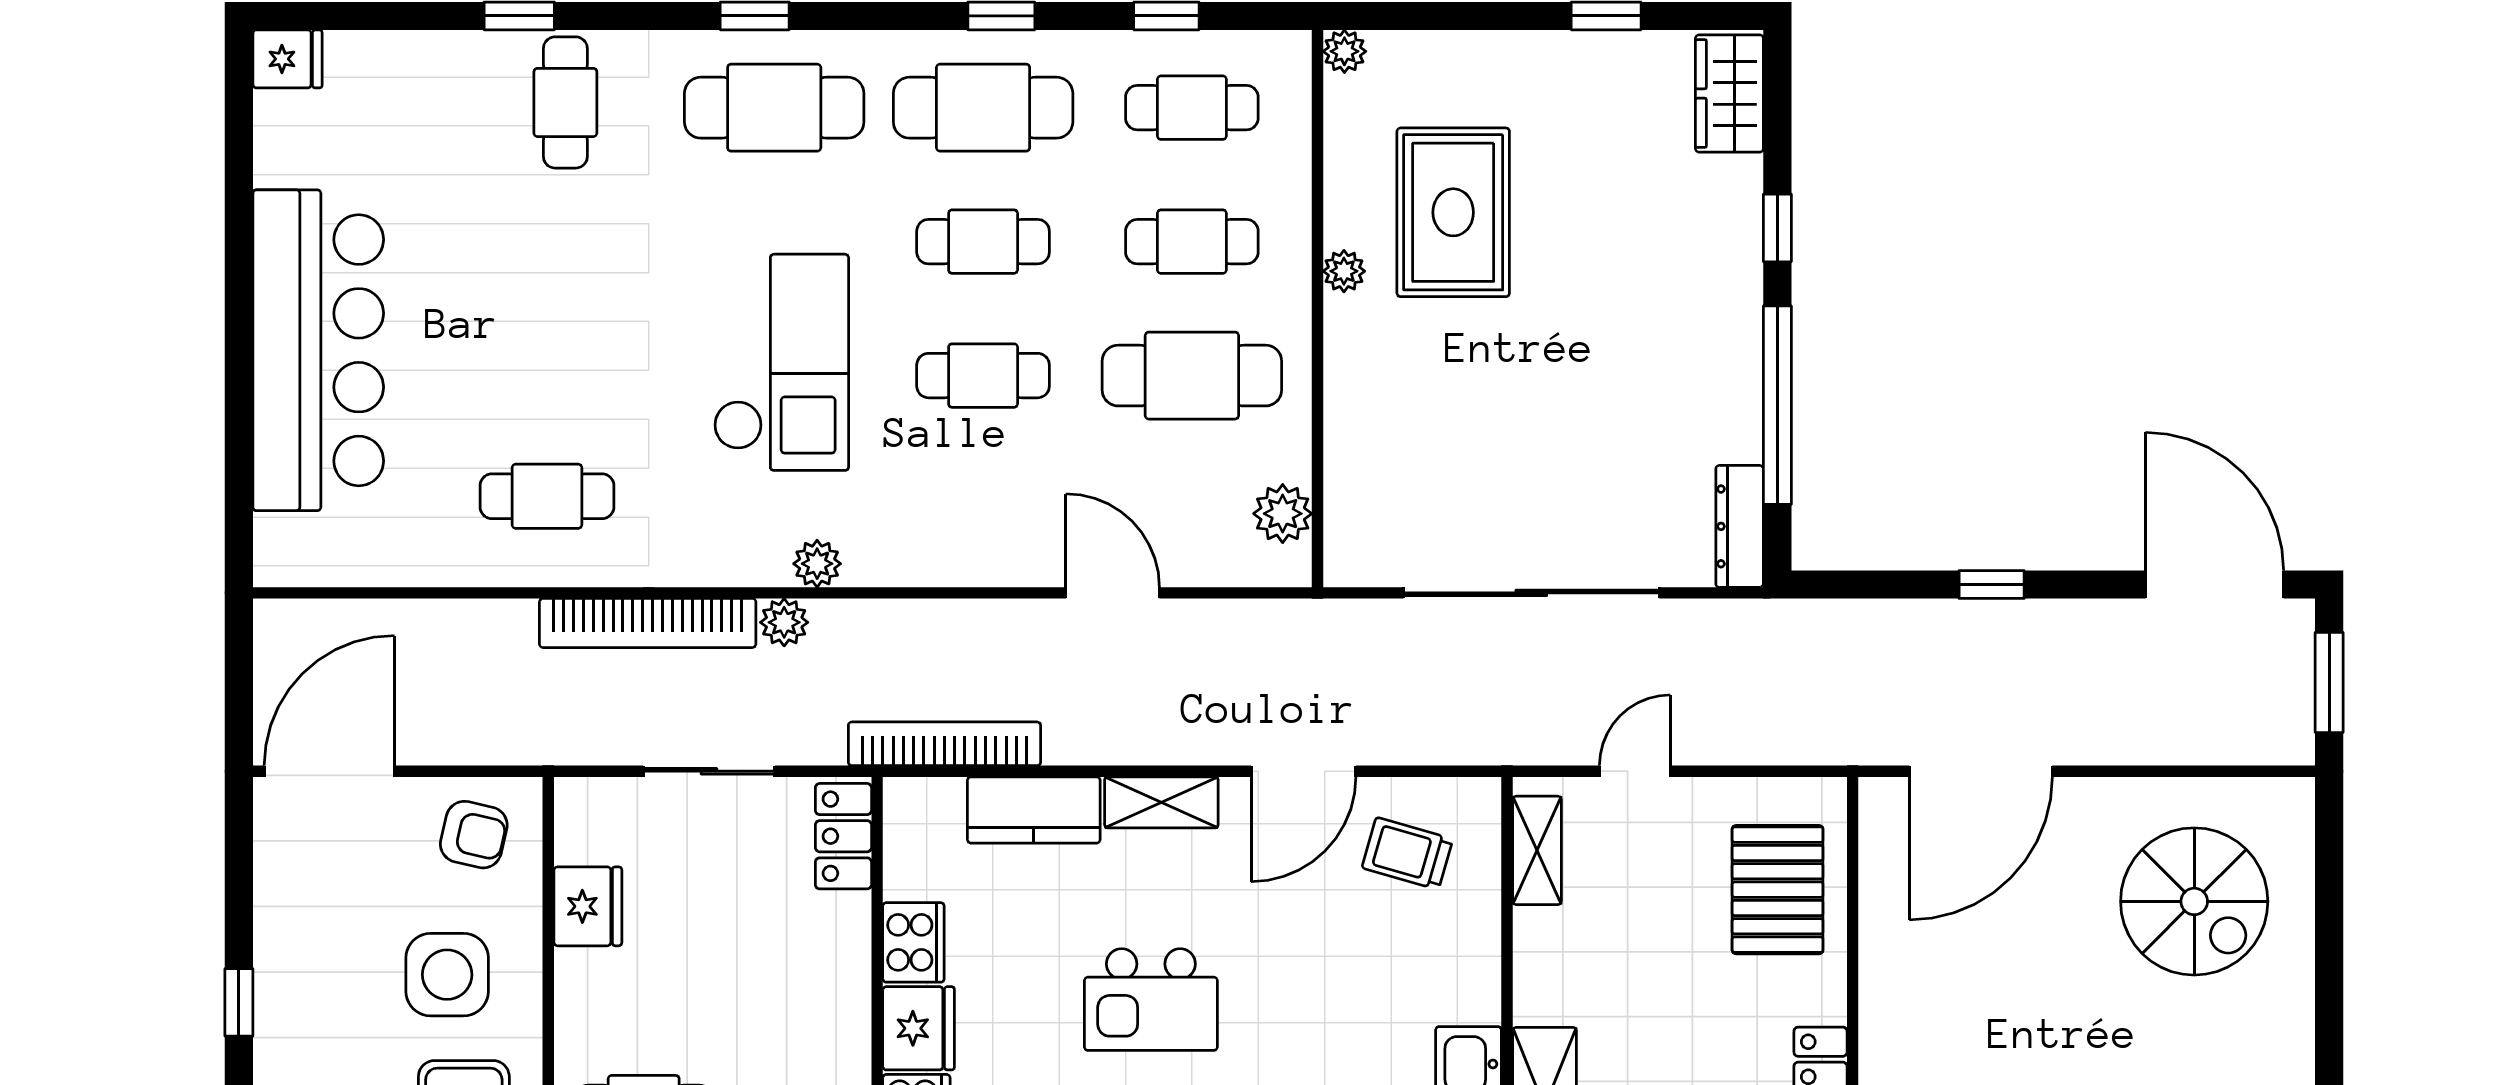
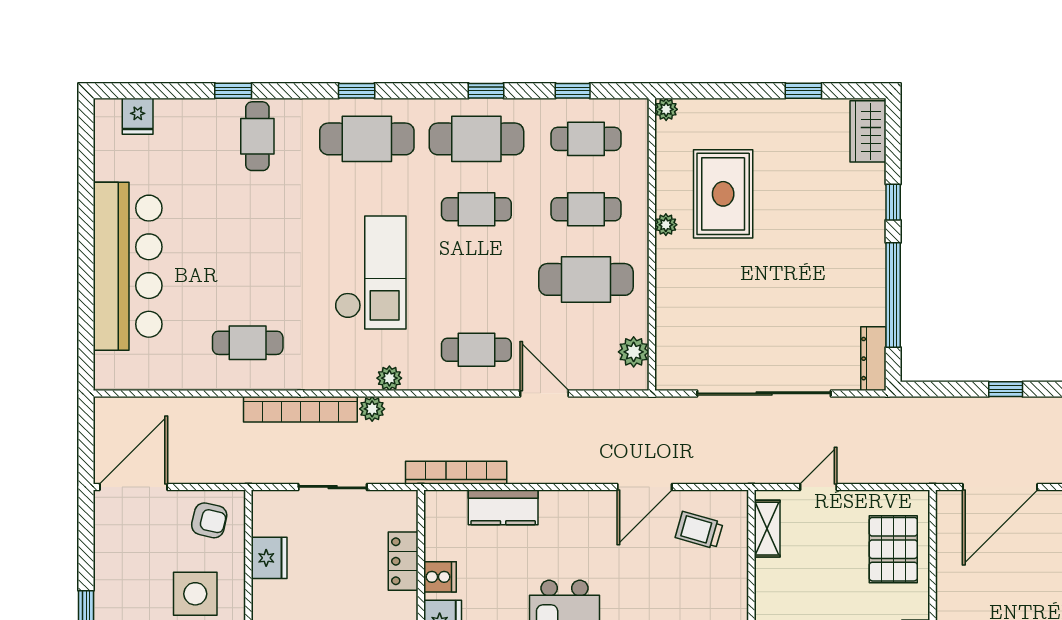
fridge: (287, 59) -> (138, 116), moved, turned 90
cafe table: (983, 376) -> (476, 350), moved
shelving: (1161, 802) -> (570, 503), removed
locker: (843, 836) -> (403, 561), moved
cooker: (913, 942) -> (440, 577), width x0.73

